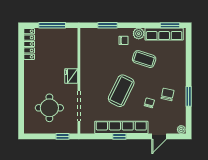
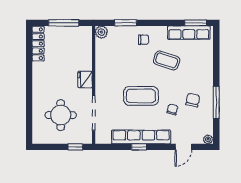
plant: (139, 34) -> (101, 32), moved
coffee table: (121, 91) -> (141, 96), turned 64
window: (189, 96) -> (216, 102), width x1.44

